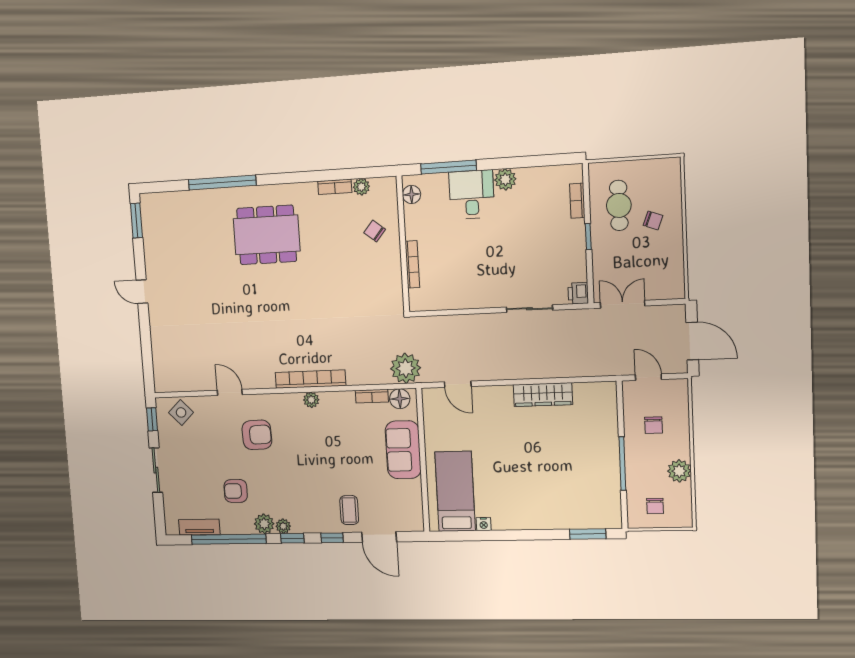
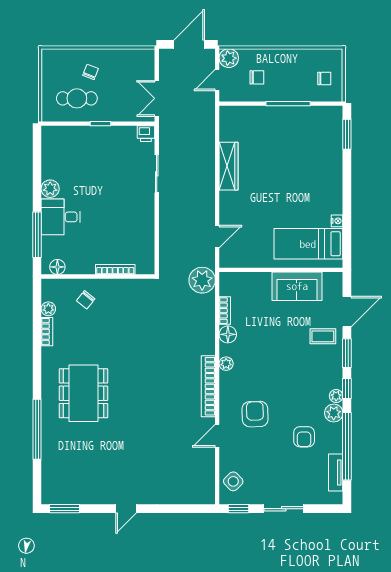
bookcase: (577, 201) -> (71, 131), removed
bookcase: (310, 379) -> (208, 386), moved
floor lamp: (400, 399) -> (228, 334), moved
sofa: (403, 450) -> (297, 286), moved
plant: (679, 471) -> (229, 58), moved
window: (332, 538) -> (347, 353), width x1.50

